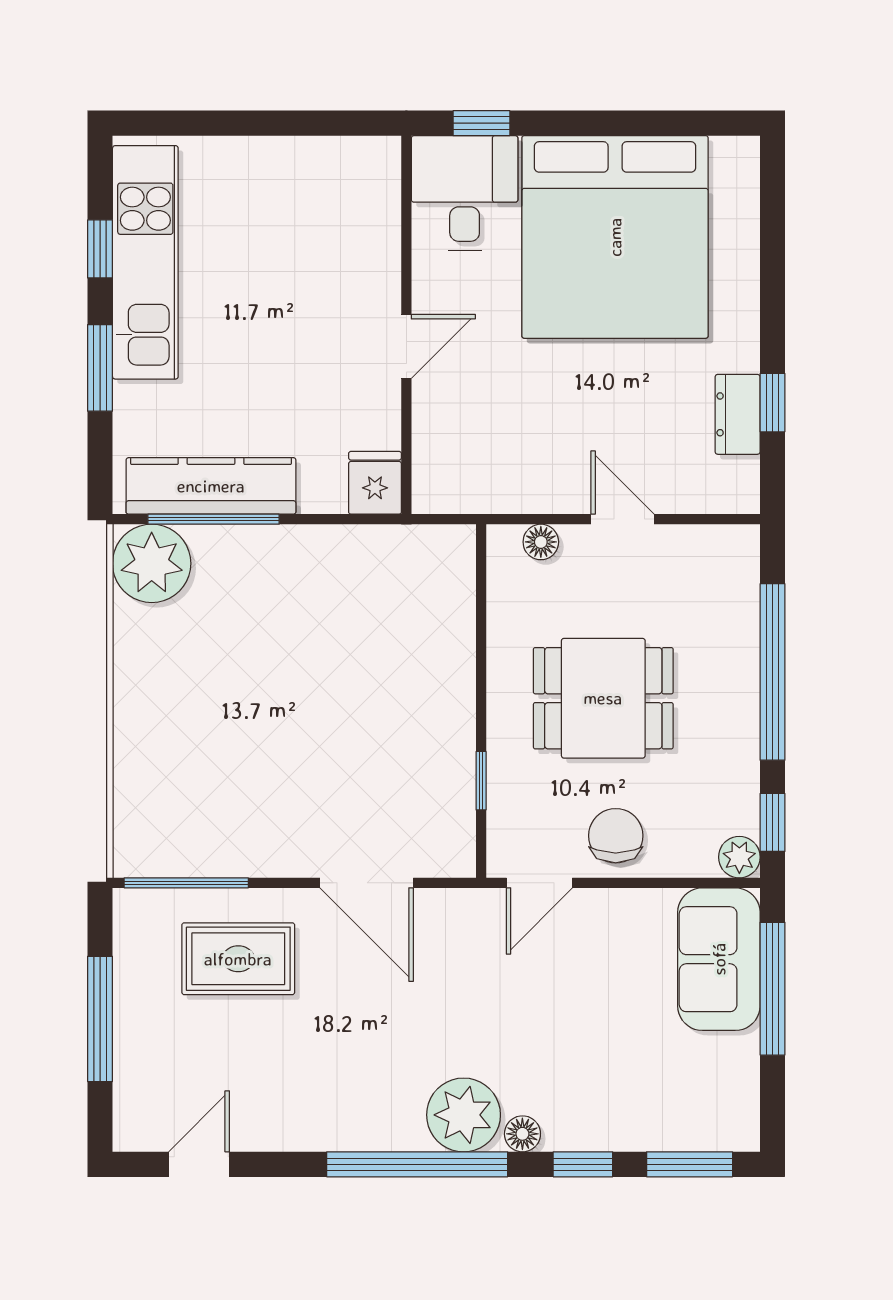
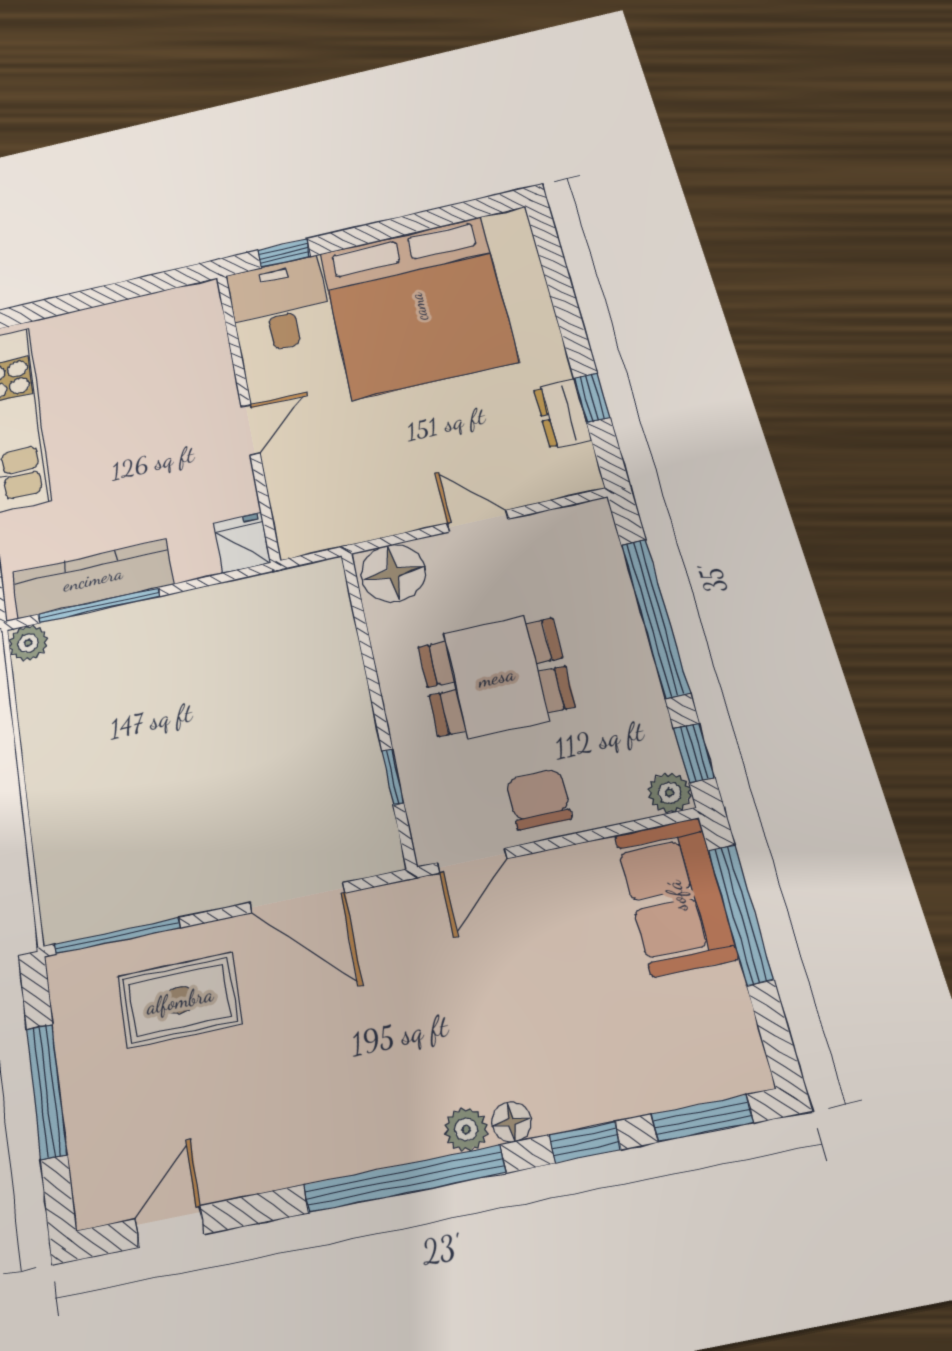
floor lamp: (541, 542) -> (393, 573), width x1.89, depth x1.89
plant: (152, 563) -> (28, 643), width x0.53, depth x0.53
plant: (464, 1115) -> (466, 1129), width x0.53, depth x0.53

